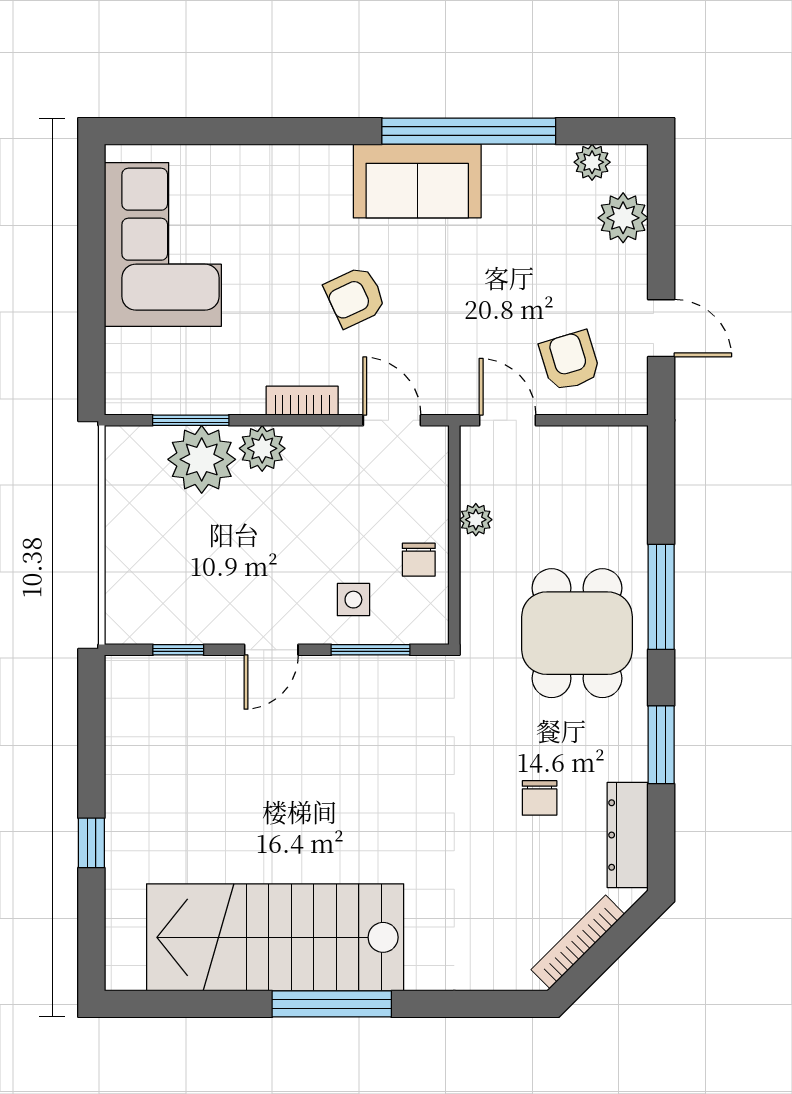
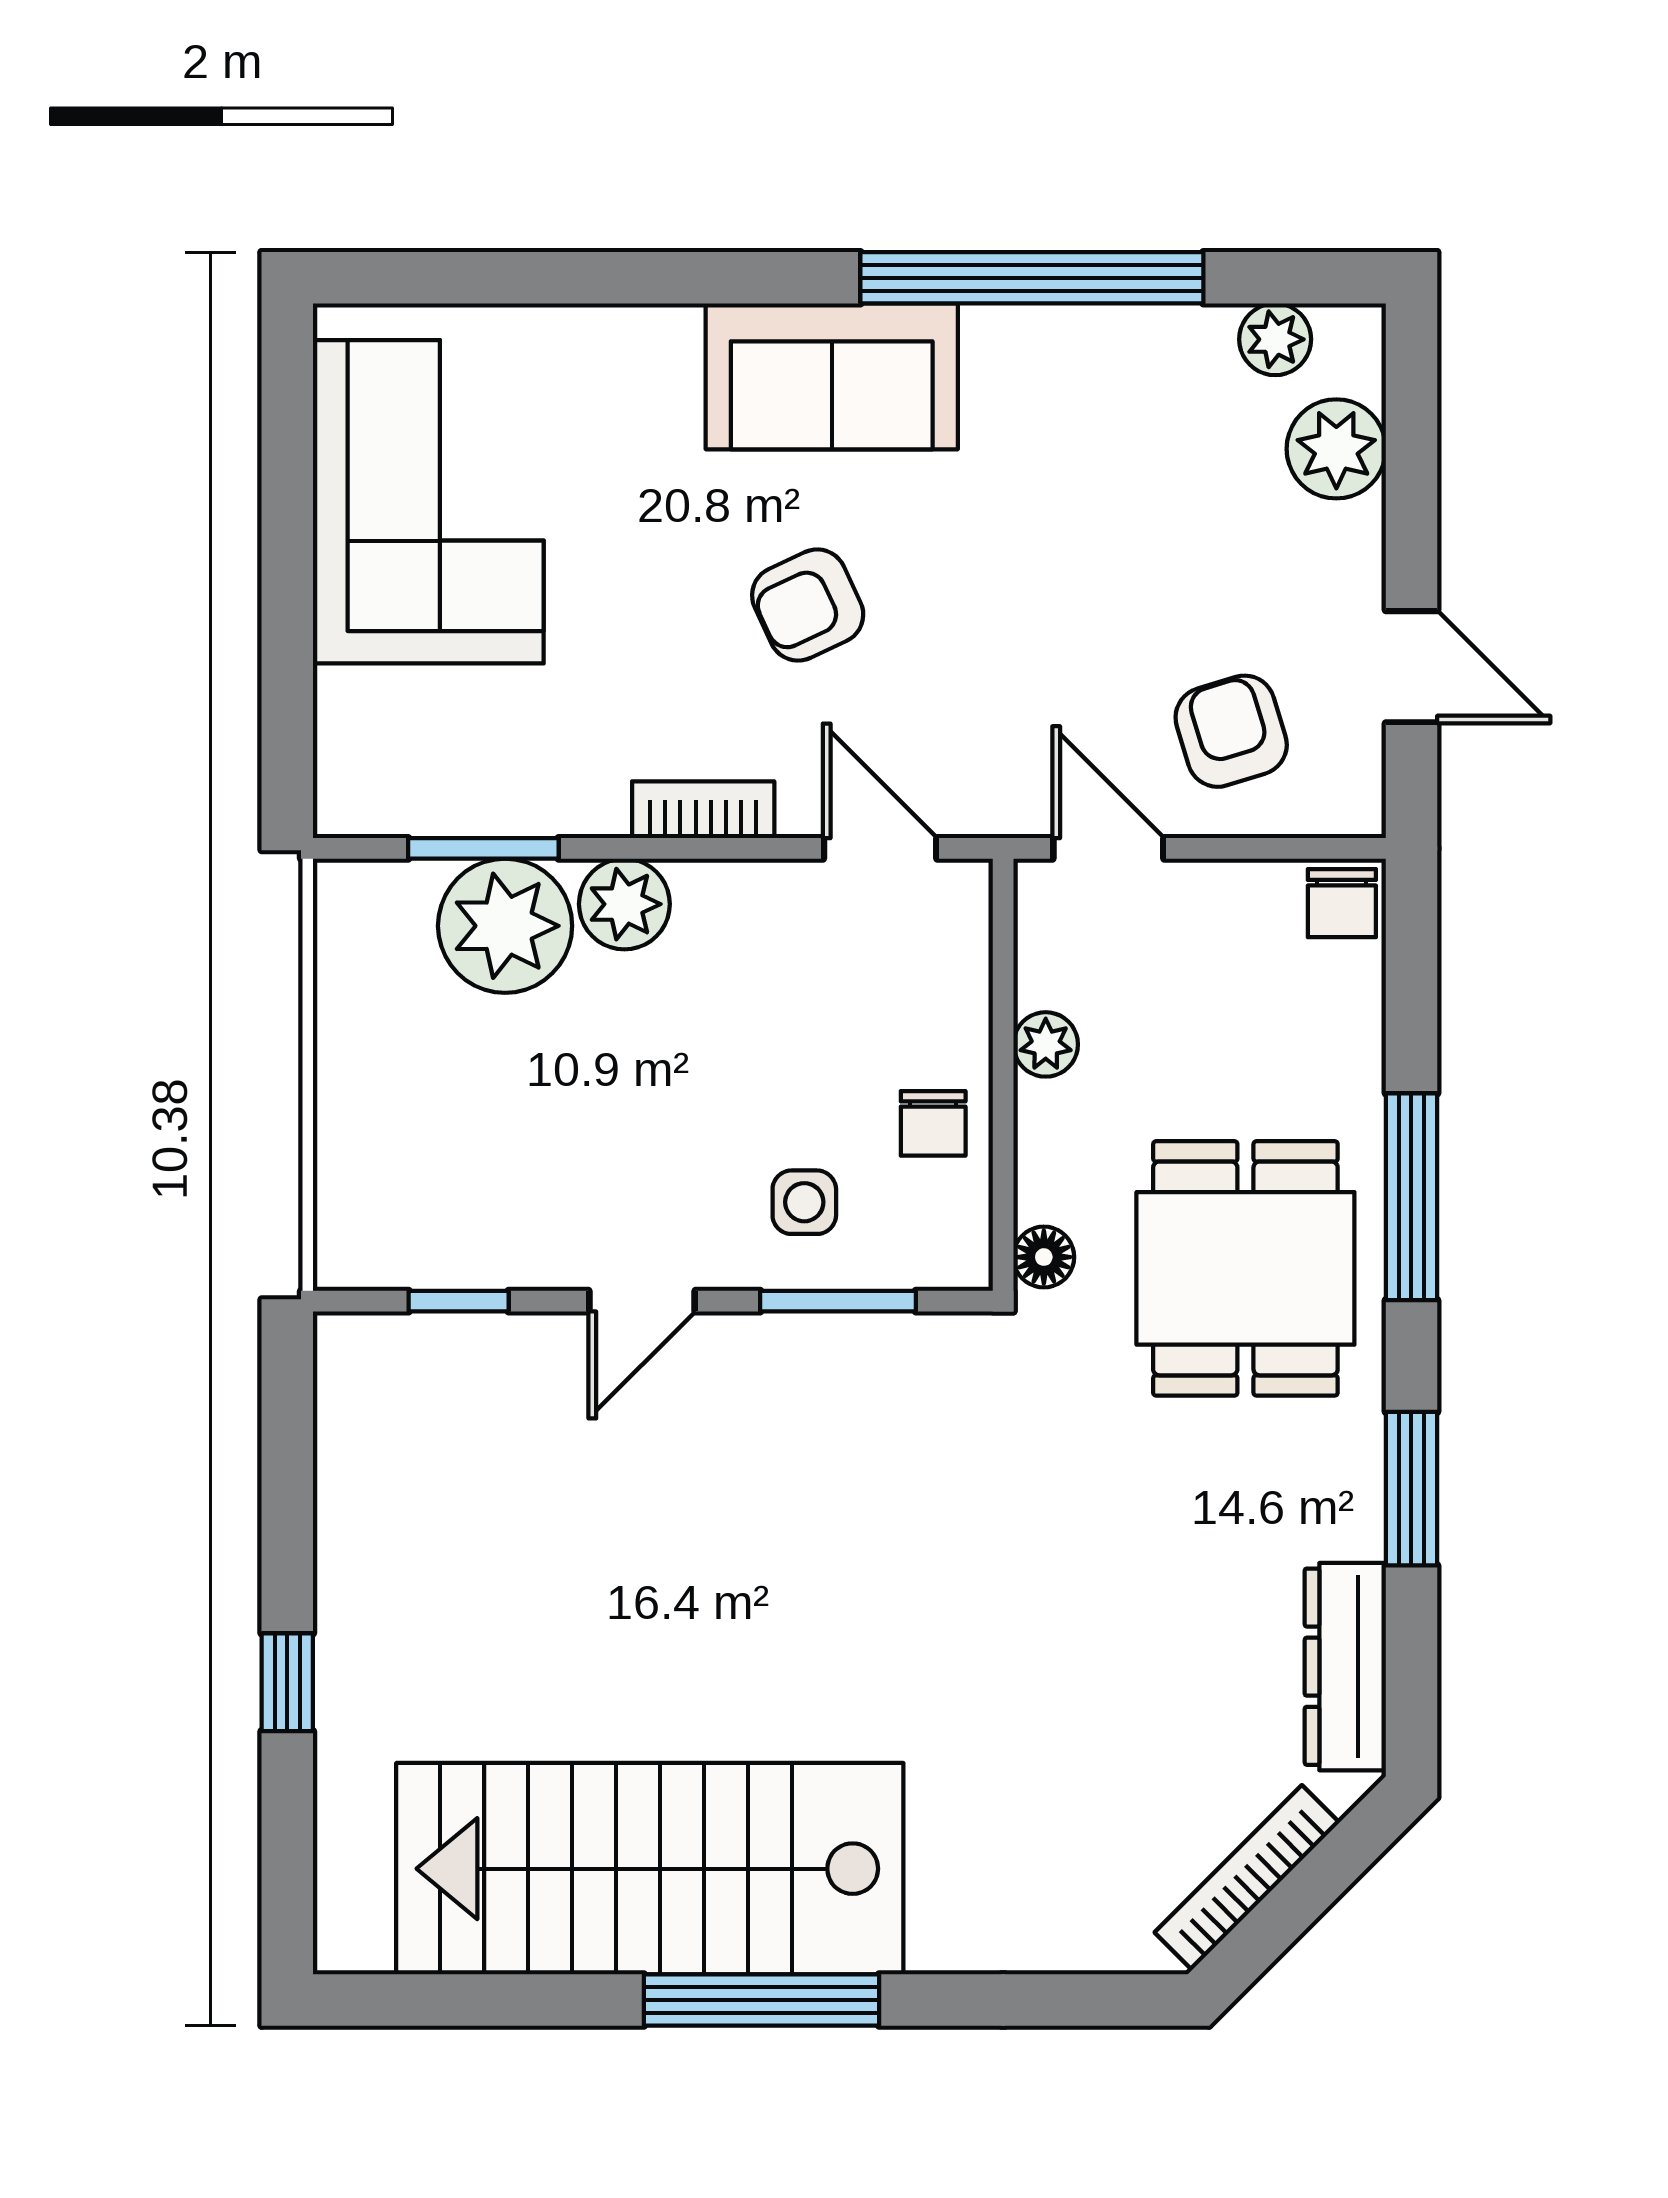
sofa: (417, 181) -> (832, 376), moved
floor lamp: (475, 627) -> (1044, 1257), added
chair: (540, 798) -> (1342, 903), moved

